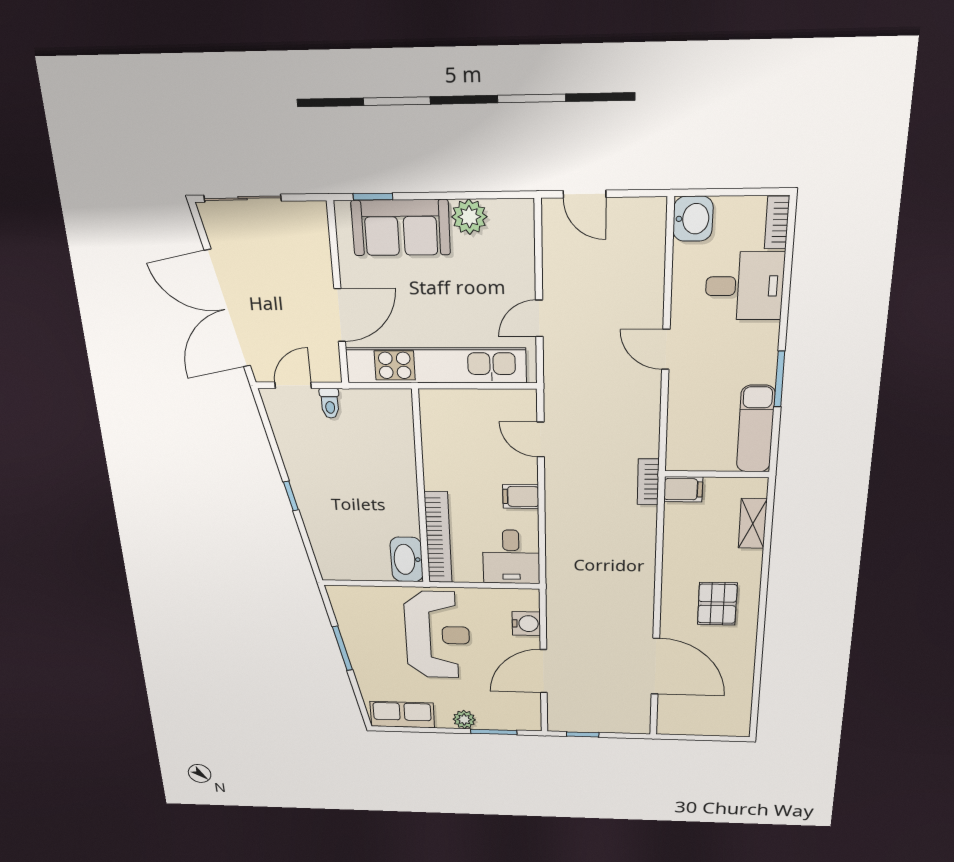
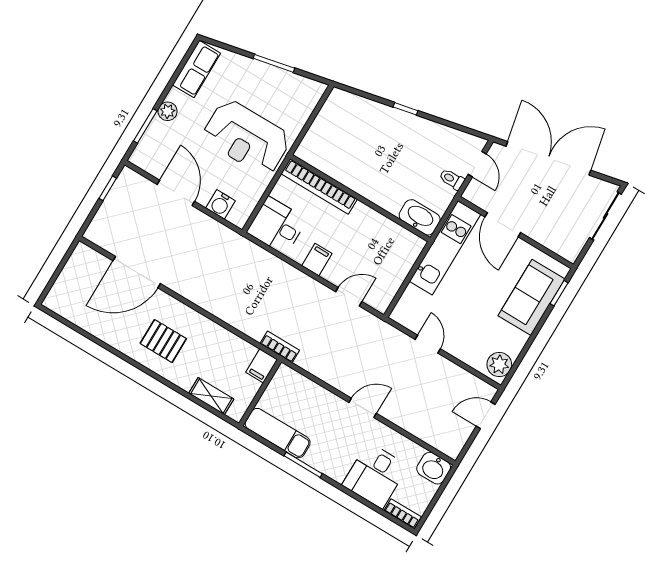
plant: (469, 217) -> (499, 365), moved
kitchen unit: (436, 365) -> (445, 248), width x0.73
washbasin: (407, 559) -> (420, 217), moved

